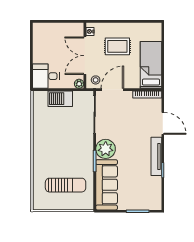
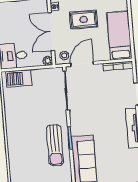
barbecue: (60, 99) -> (19, 78), moved
plant: (106, 149) -> (80, 125), removed
sun lounger: (66, 185) -> (55, 145), moved, turned 90

